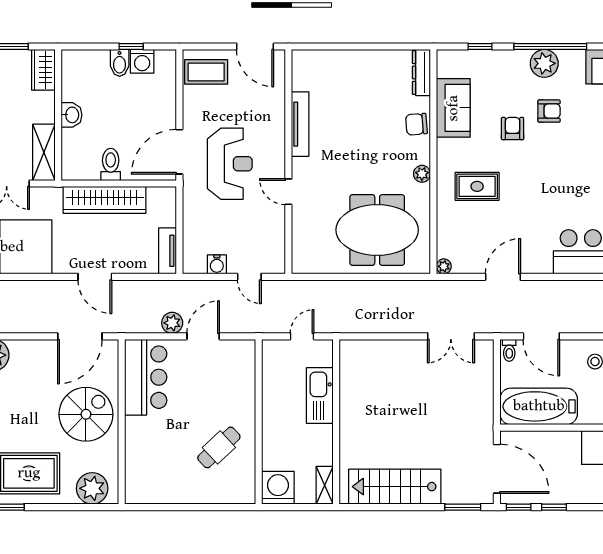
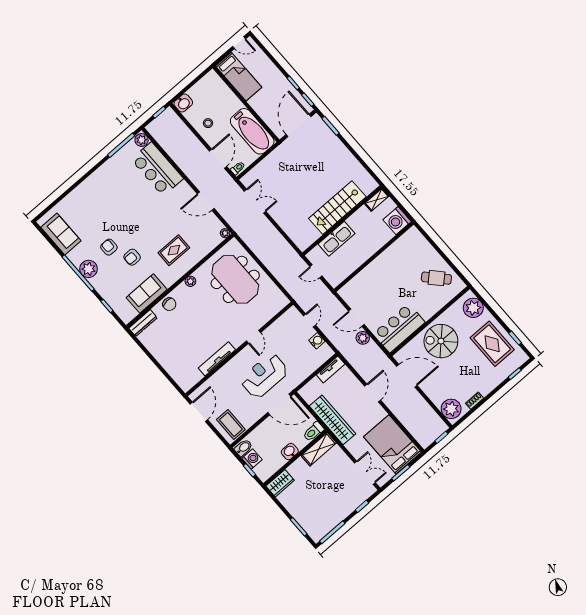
bidet: (120, 63) -> (243, 448), moved
wardrobe: (43, 70) -> (280, 483), moved
wall: (58, 115) -> (295, 458), moved
washbasin: (72, 115) -> (290, 452), moved
shelving: (44, 152) -> (319, 449), moved
rug: (477, 186) -> (174, 250), turned 90
cafe table: (219, 447) -> (436, 278), moved
stairs: (395, 487) -> (337, 208), moved, turned 90

